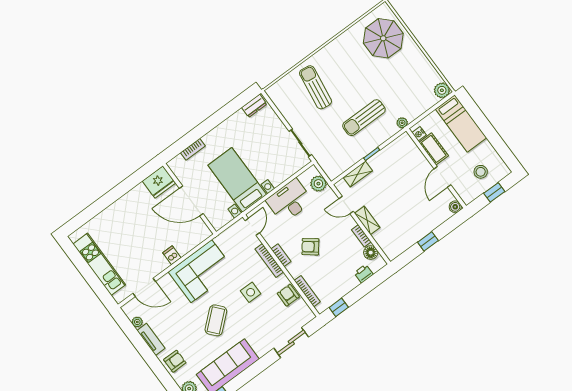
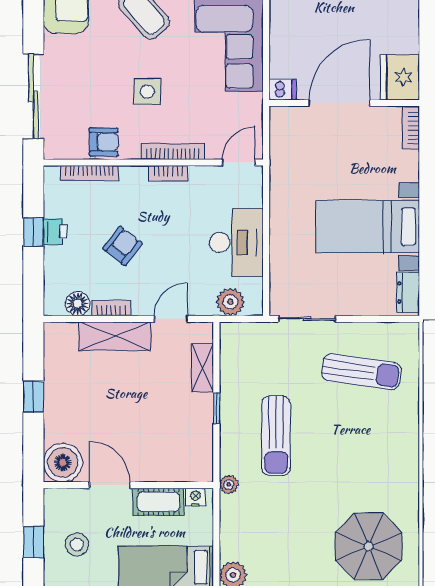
sun lounger: (316, 87) -> (361, 372), moved
sun lounger: (364, 118) -> (276, 436), turned 180
bookcase: (193, 149) -> (411, 128), moved
bed with nightstands: (237, 180) -> (368, 227), moved, turned 180
boiler: (455, 207) -> (63, 463), width x1.86, depth x1.86
shelving: (367, 220) -> (115, 336), width x1.50, depth x1.33
door: (252, 227) -> (239, 163), swing flipped
armchair: (310, 247) -> (122, 246), moved
dishwasher: (172, 255) -> (283, 90), moved
printer: (364, 274) -> (55, 232), moved
window: (339, 307) -> (33, 232), moved
sliding door: (291, 343) -> (33, 96), width x1.37

